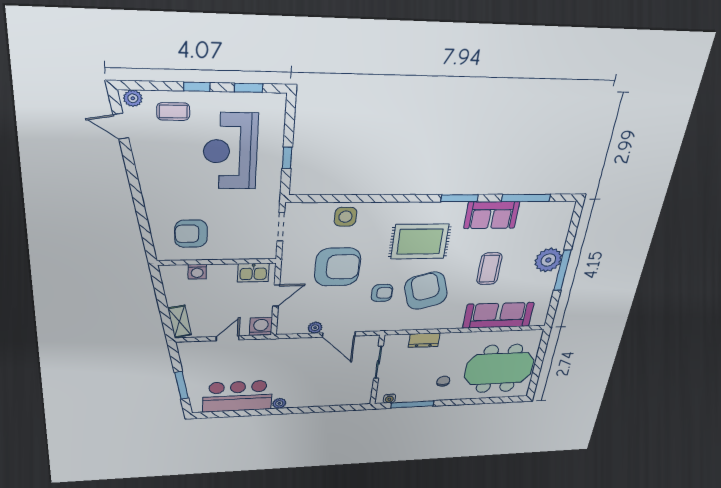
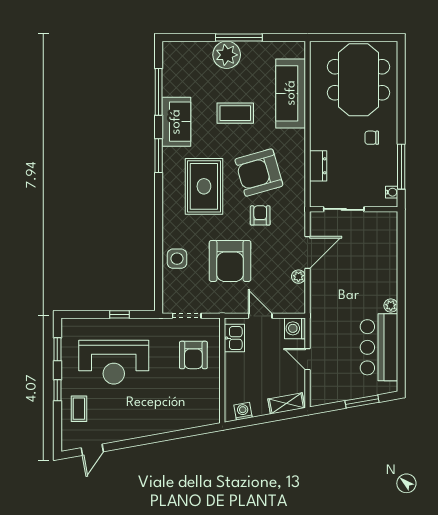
plant: (133, 98) -> (68, 440), removed
armchair: (191, 234) -> (193, 355), moved
armchair: (338, 267) -> (230, 261), turned 180
washing machine: (197, 272) -> (243, 411), moved, turned -100

